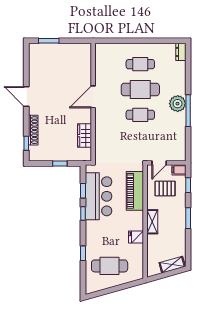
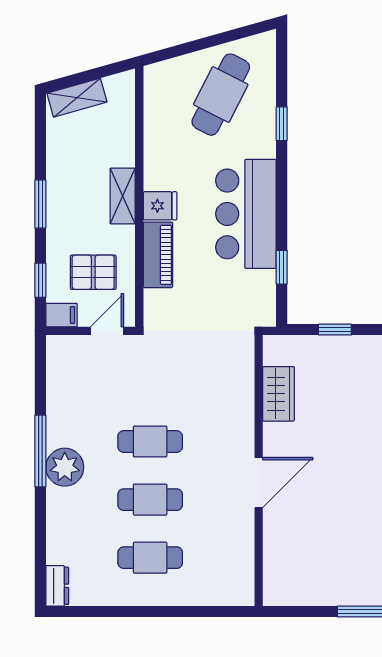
cafe table: (140, 89) -> (150, 500), width x0.73, depth x0.74
piano: (135, 191) -> (158, 255), width x0.73, depth x0.75
bar counter: (99, 196) -> (246, 214), moved
window: (83, 213) -> (282, 215), removed
fridge: (136, 237) -> (160, 206), moved
cafe table: (110, 266) -> (221, 95), turned -63

